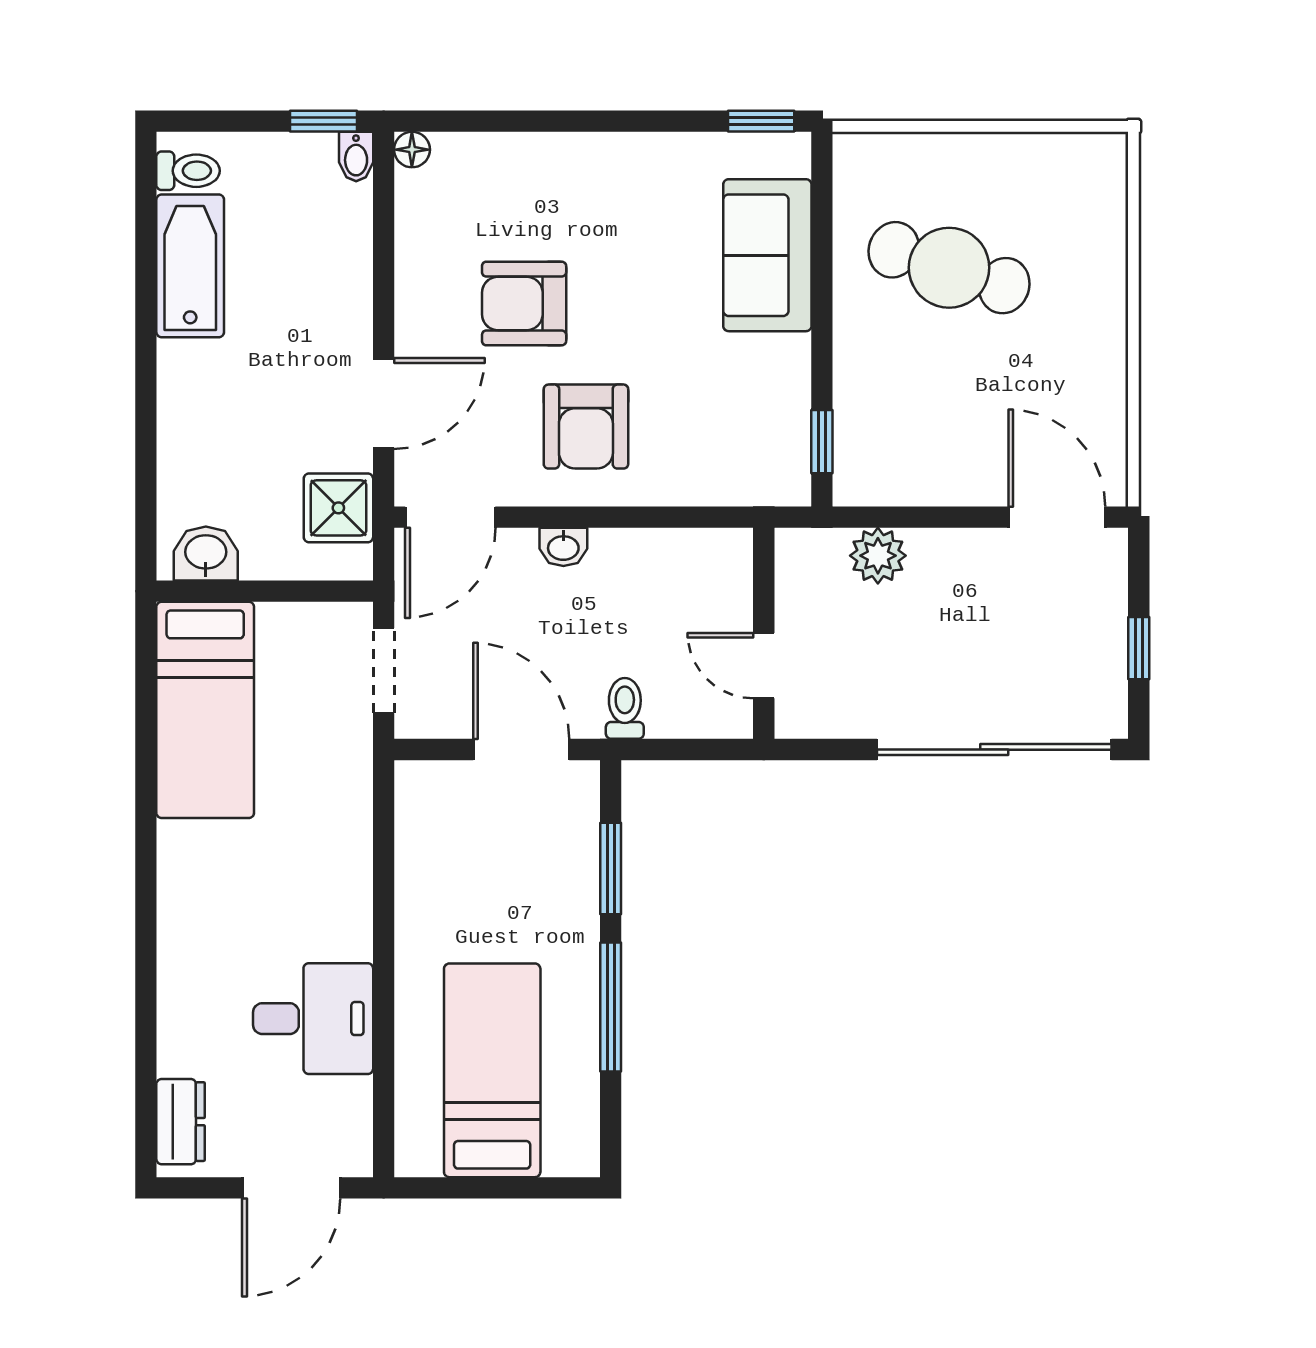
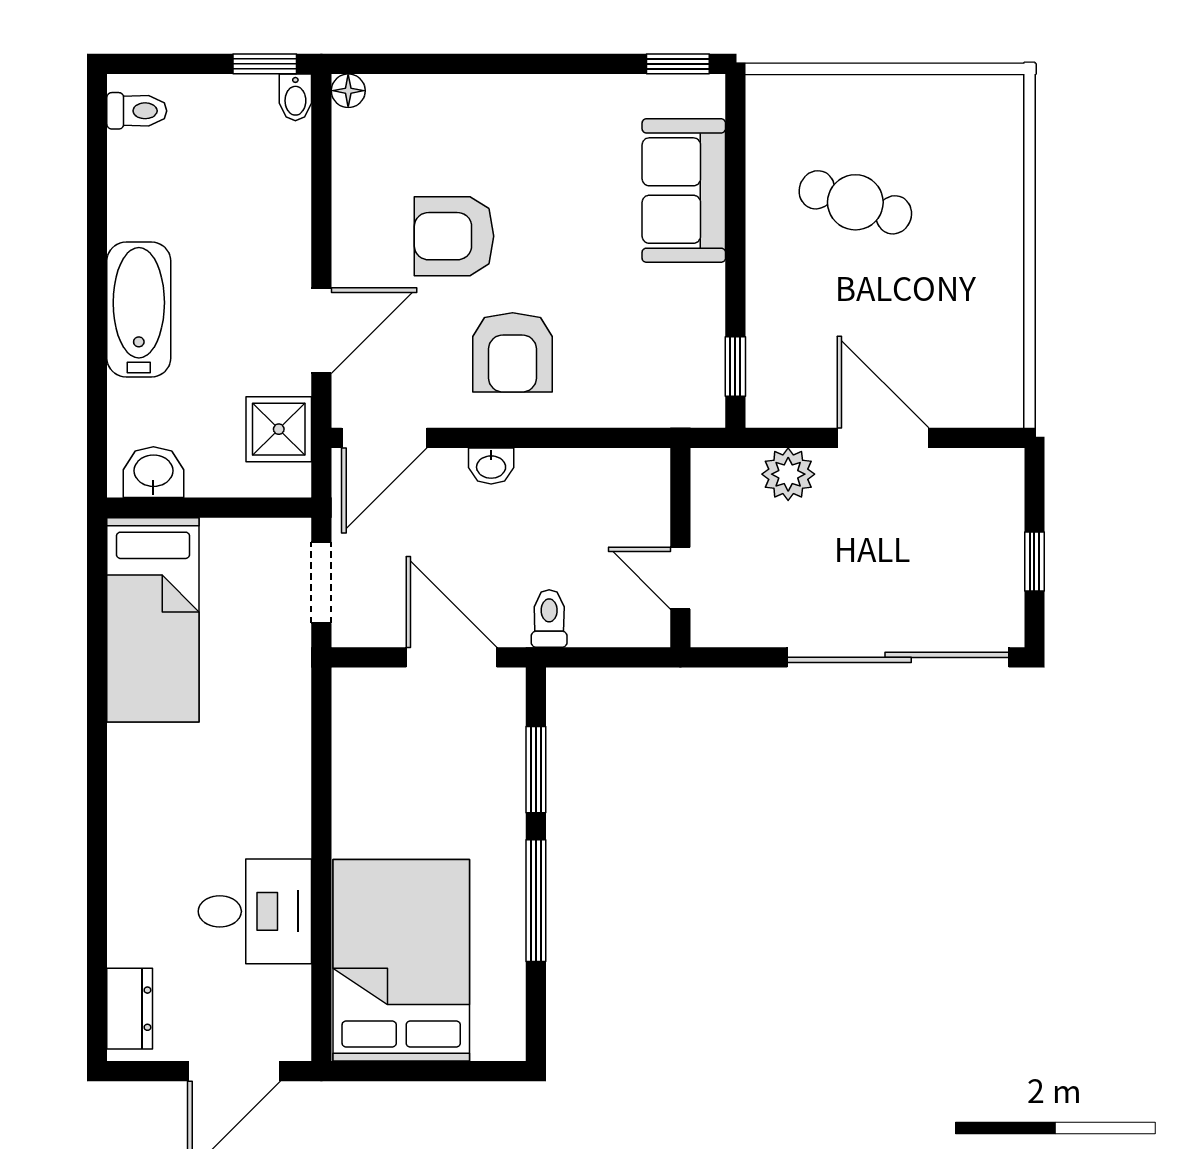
bathtub: (190, 266) -> (139, 309), moved
cafe table: (949, 268) -> (855, 202), width x0.73, depth x0.74
door: (1057, 517) -> (883, 438), moved
bed: (492, 1070) -> (401, 960), width x1.50

